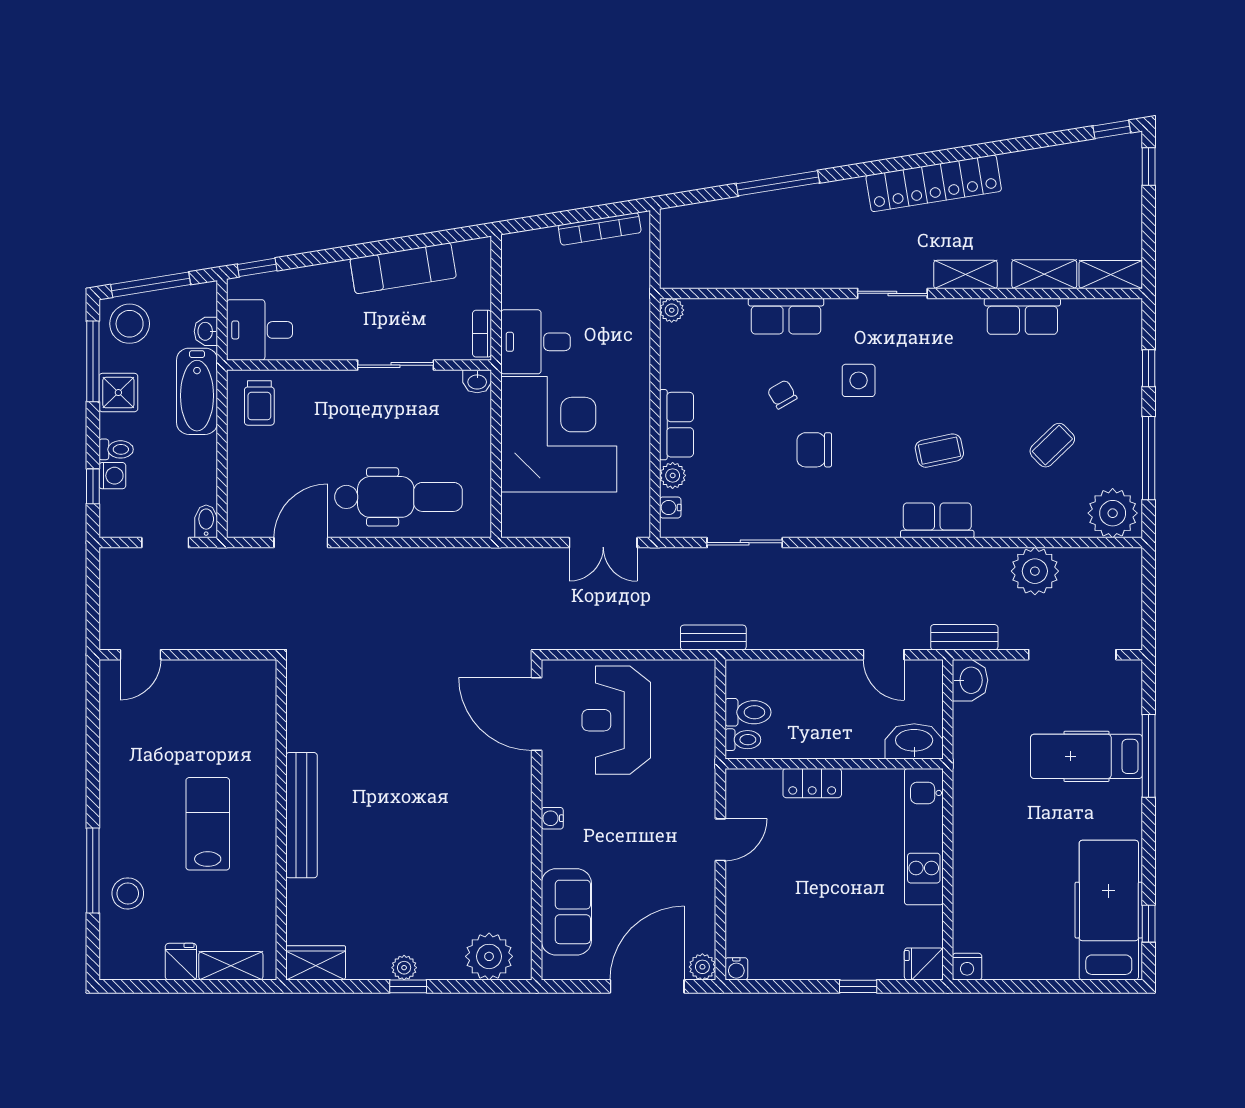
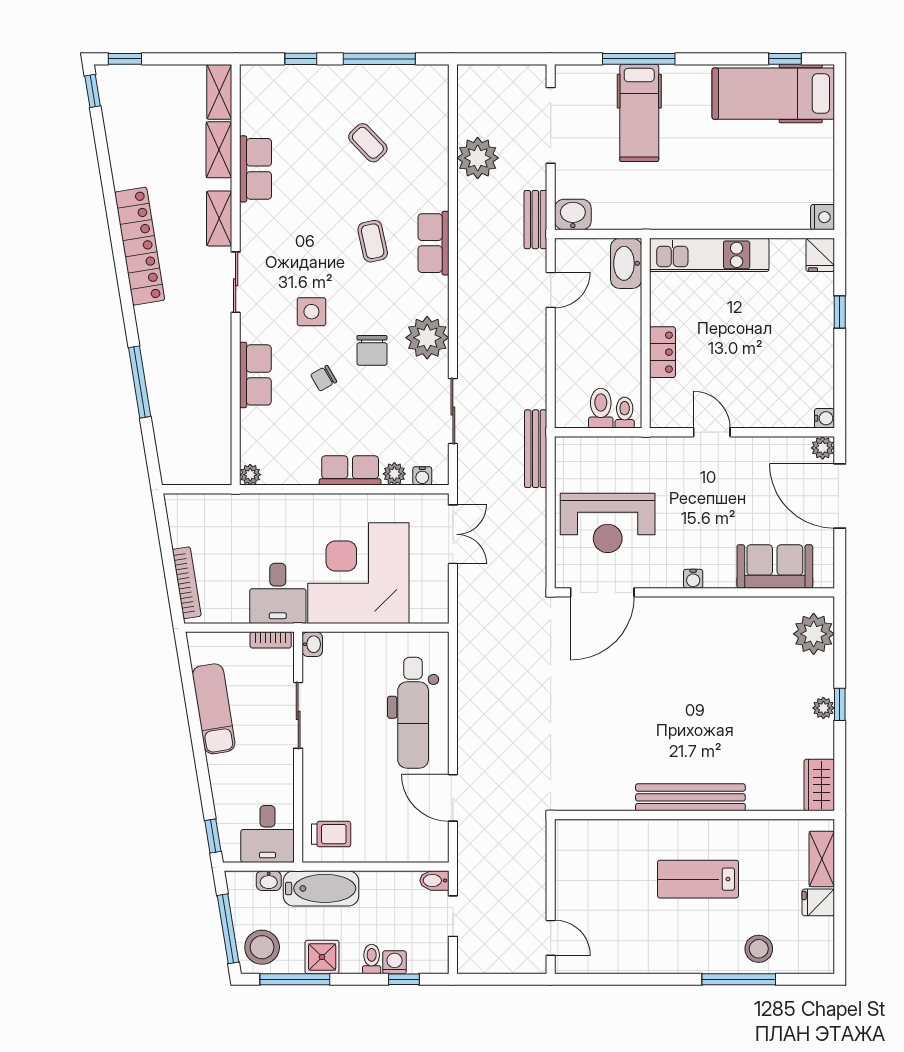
bookcase: (600, 229) -> (187, 583), moved
dental chair: (399, 497) -> (413, 713), turned 180
plant: (1113, 513) -> (427, 338), moved
bench: (713, 637) -> (536, 449), width x1.36

